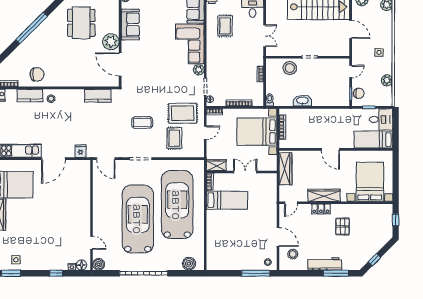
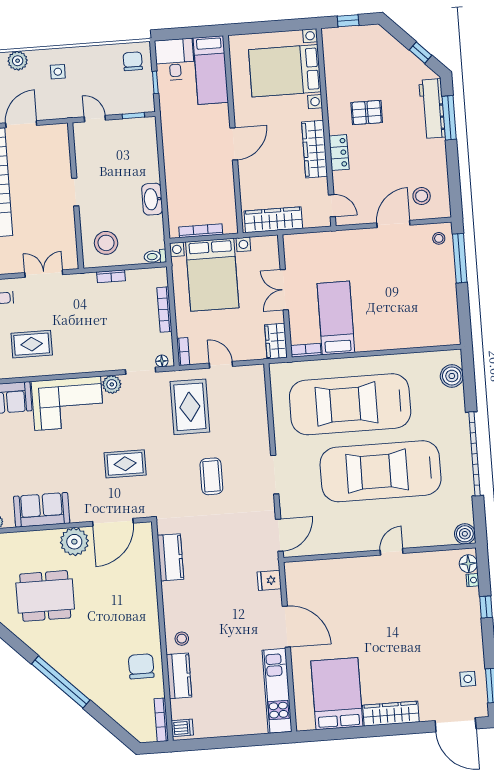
stool: (290, 68) -> (106, 243), moved
plant: (387, 80) -> (18, 61), moved
chair: (359, 93) -> (133, 61), moved
rug: (174, 138) -> (125, 464), moved
door: (92, 243) -> (392, 552), moved
workbench: (325, 264) -> (432, 109), moved

